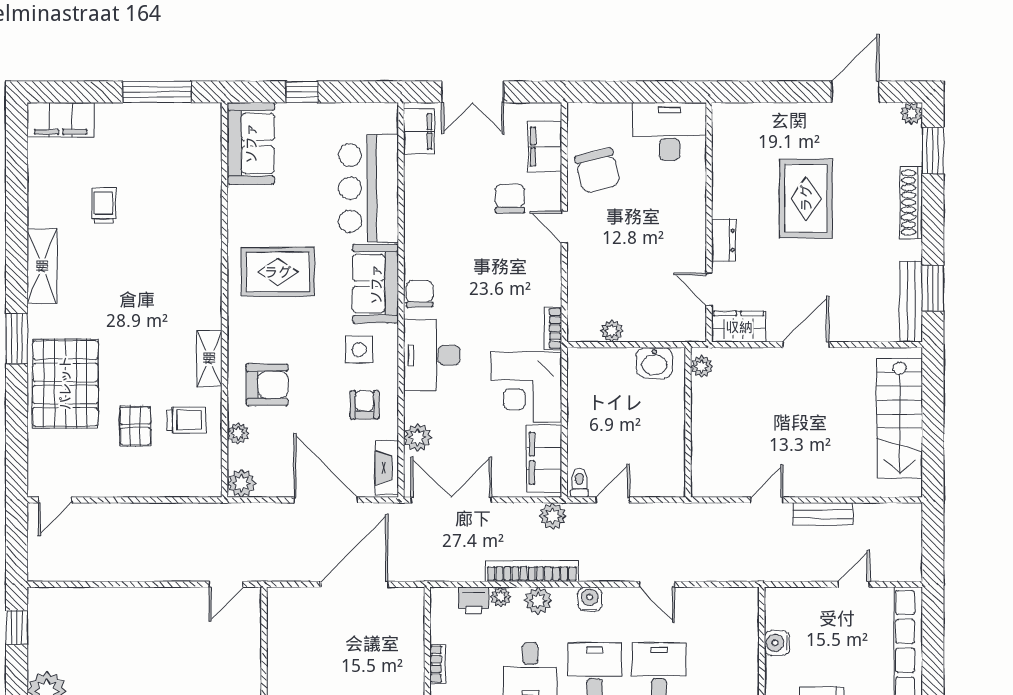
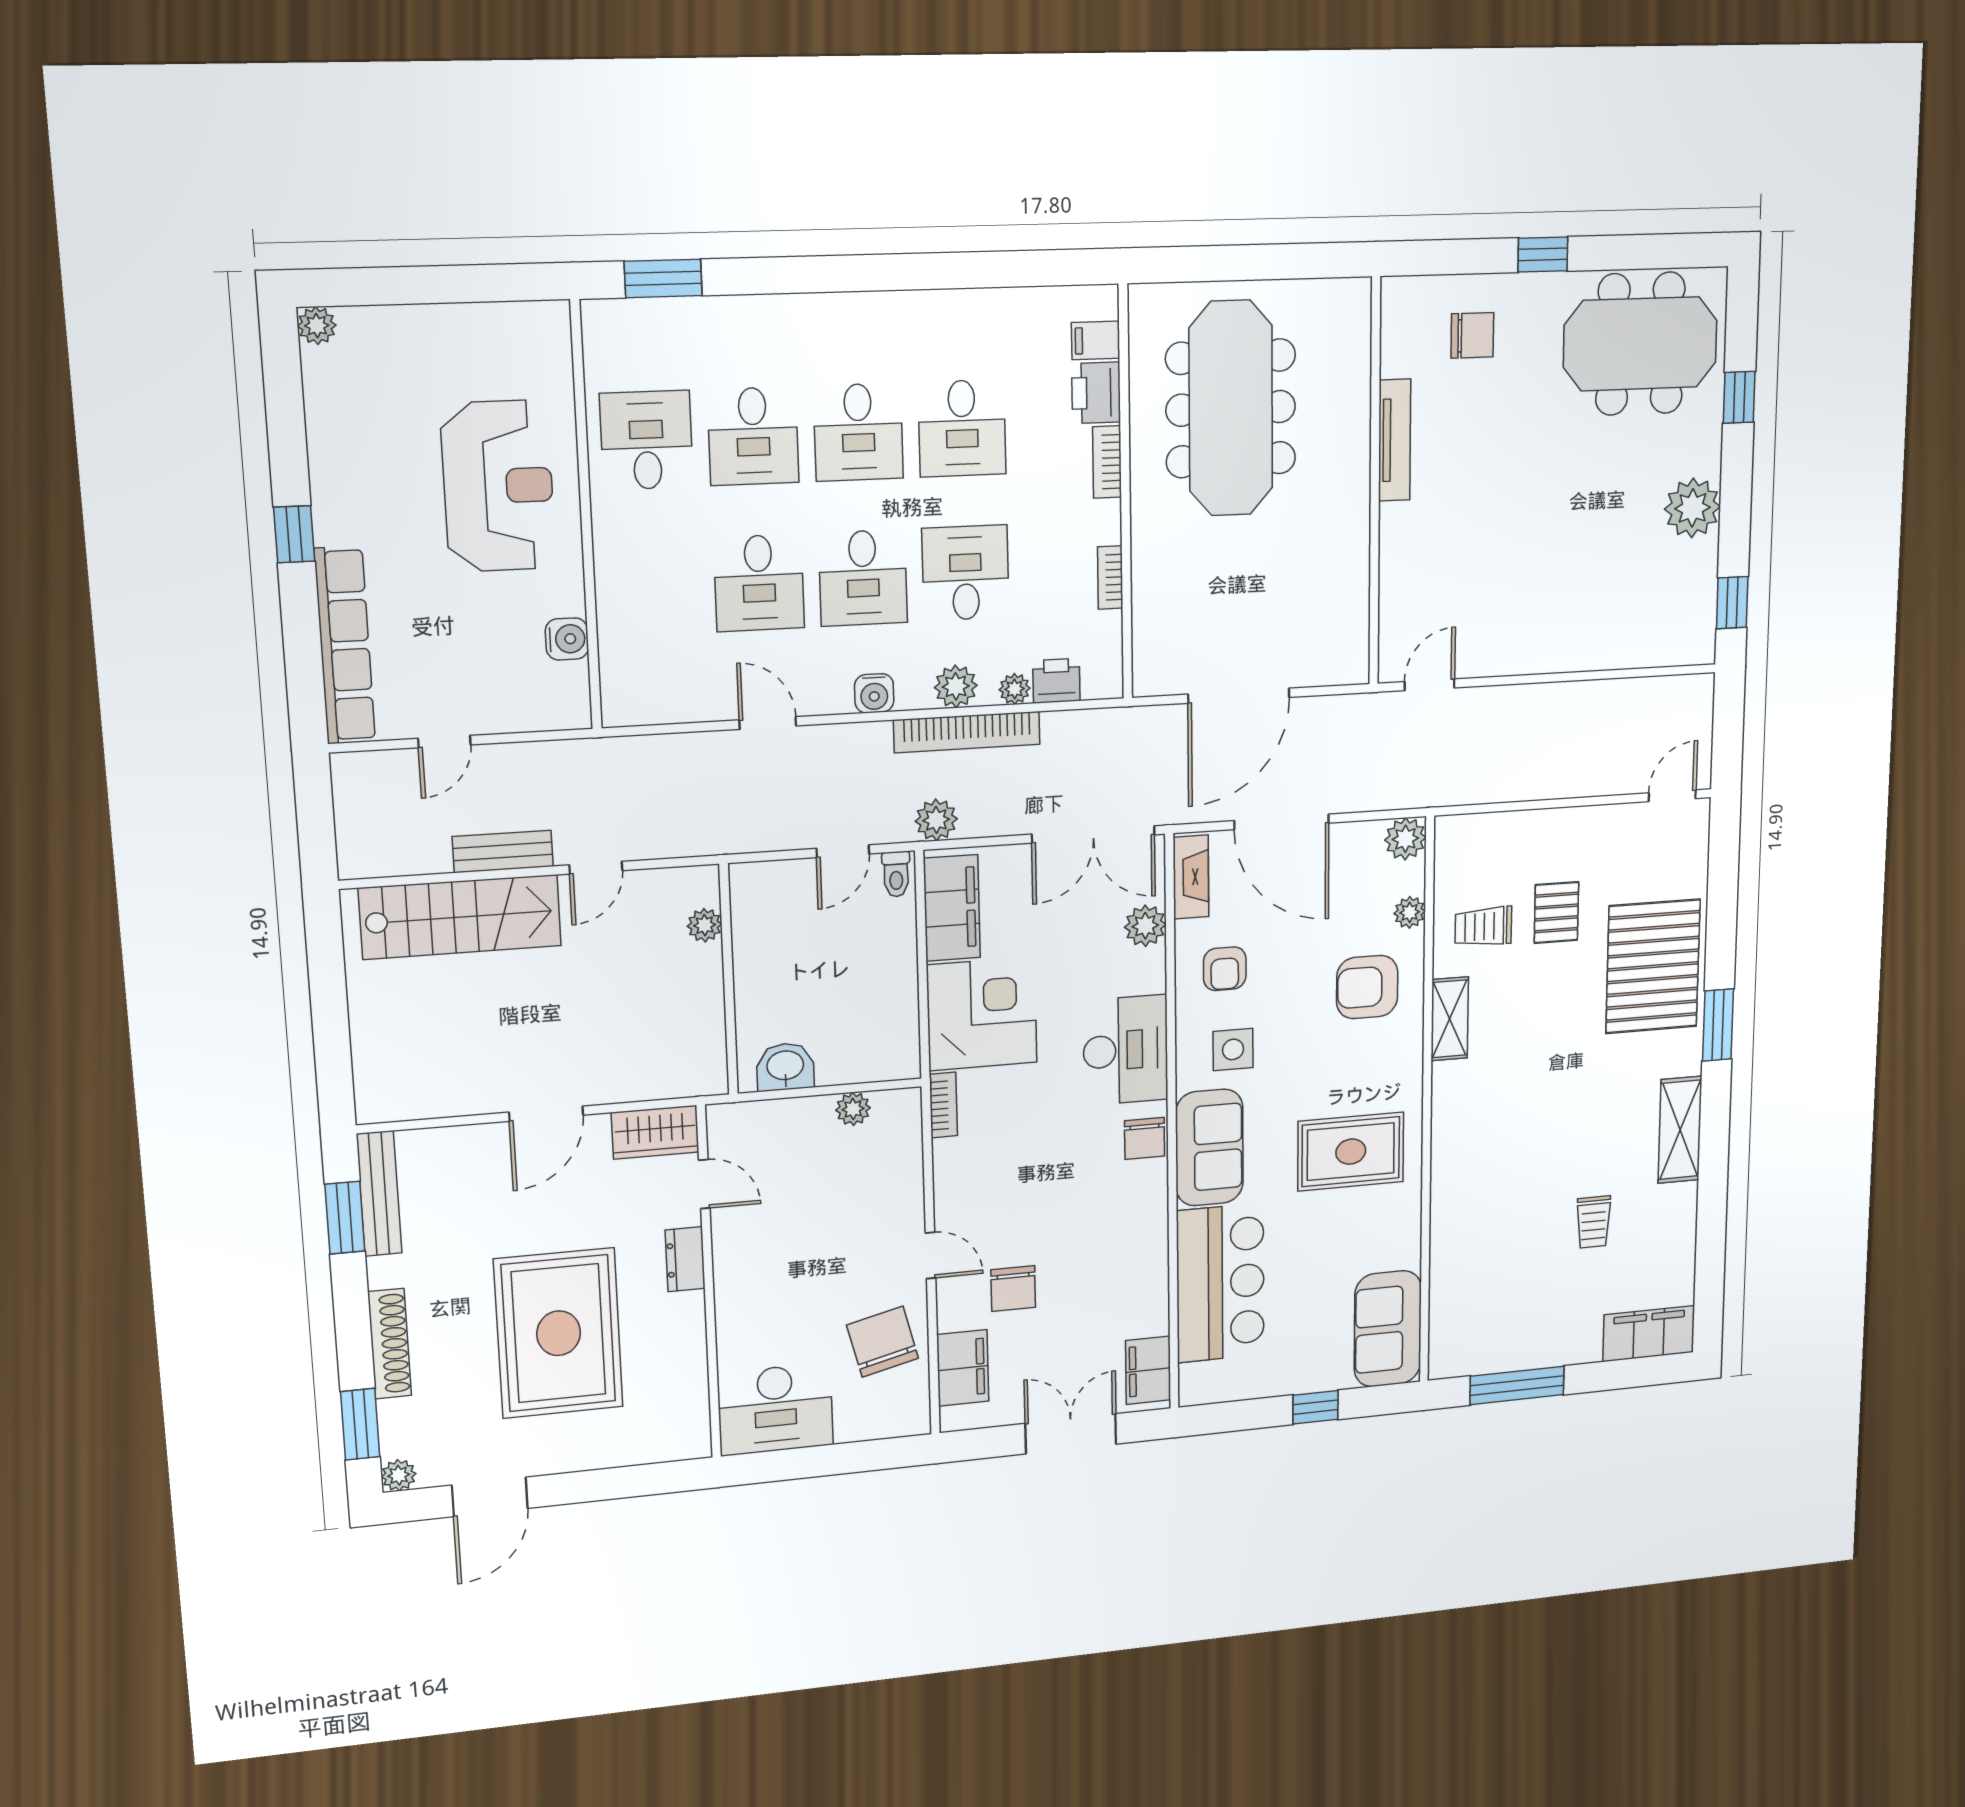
rug: (806, 198) -> (559, 1333), width x1.37, depth x1.44
plant: (701, 366) -> (705, 925), moved
stairs: (900, 418) -> (460, 917), moved, turned 90

